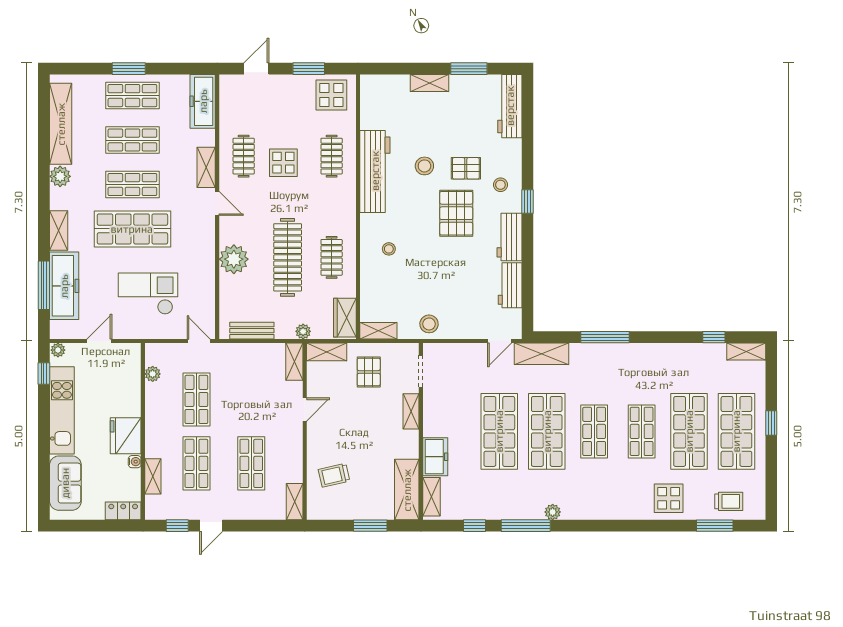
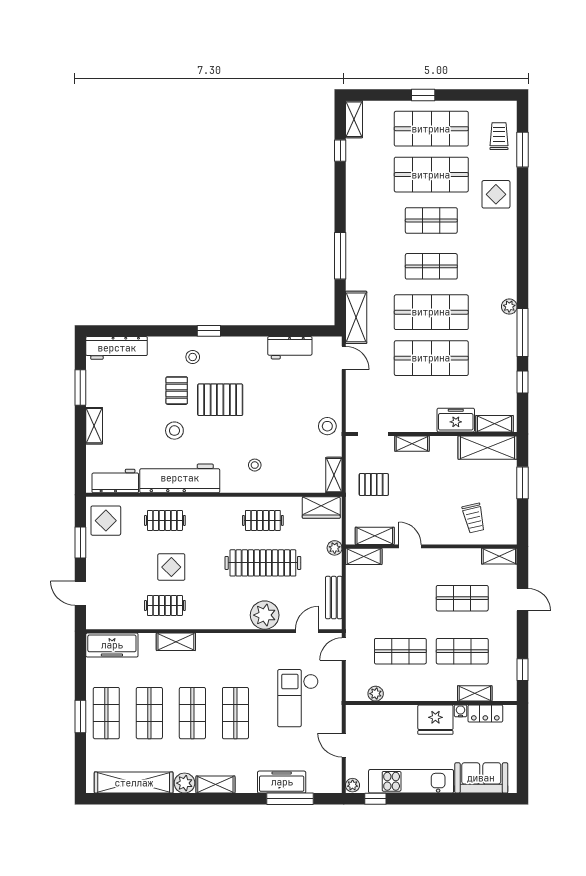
door: (217, 203) -> (307, 631), moved
shop shelf: (132, 229) -> (235, 713), width x0.70, depth x0.74
shelving: (59, 230) -> (215, 785), moved
workbench: (509, 237) -> (115, 481), moved, turned 180
freezer: (64, 286) -> (282, 782), width x0.73, depth x0.79
shelving: (327, 352) -> (375, 536), moved, turned 90
locker: (123, 511) -> (485, 714), moved, turned -90
door: (211, 526) -> (522, 600), moved

